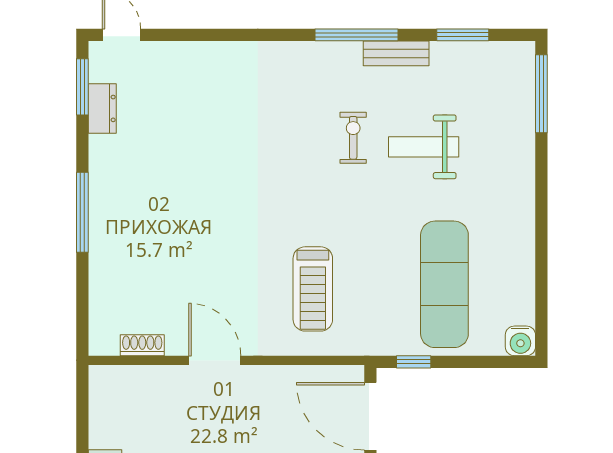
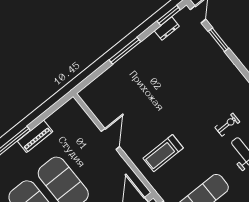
window: (194, 35) -> (219, 40), added
shoe rack: (142, 345) -> (95, 109), removed

